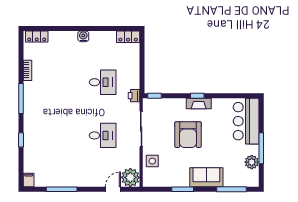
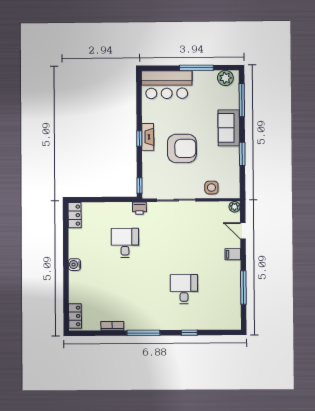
desk: (103, 135) -> (184, 289), moved
plant: (252, 162) -> (225, 78), moved
plant: (130, 177) -> (235, 207), width x0.53, depth x0.53
filing cabinet: (29, 180) -> (233, 254), moved

